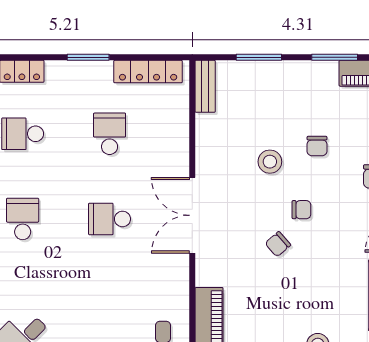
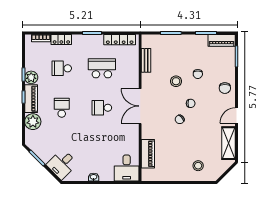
bench: (205, 86) -> (146, 60), moved
school desk: (110, 134) -> (102, 68), width x1.85

